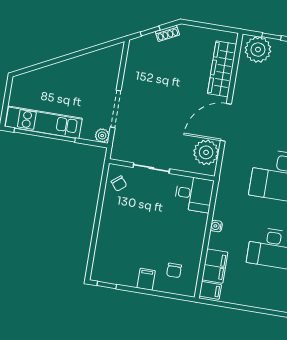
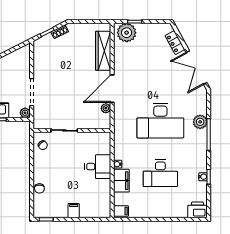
plant: (206, 152) -> (106, 108), width x0.53, depth x0.53
desk: (194, 194) -> (98, 167), moved
filing cabinet: (215, 266) -> (121, 181), moved
chair: (174, 270) -> (39, 188), moved

